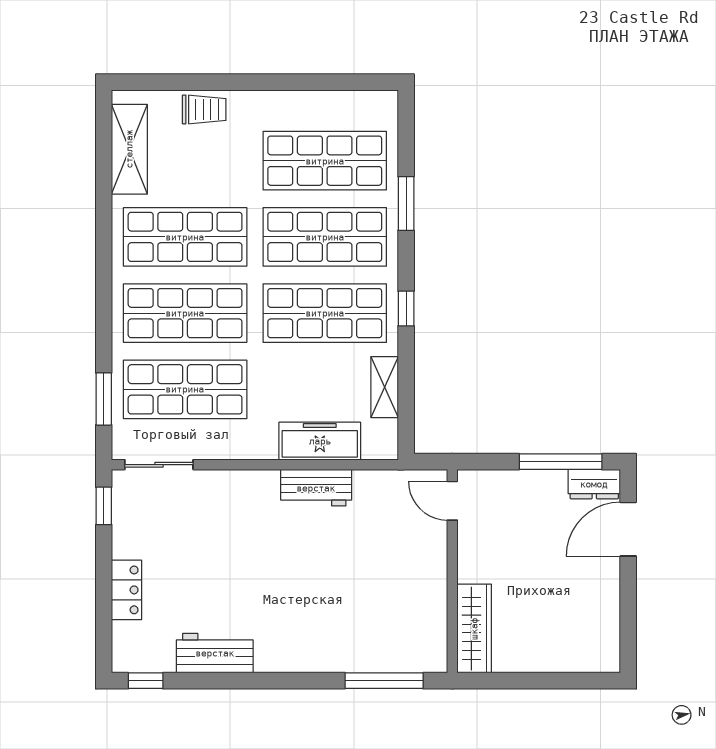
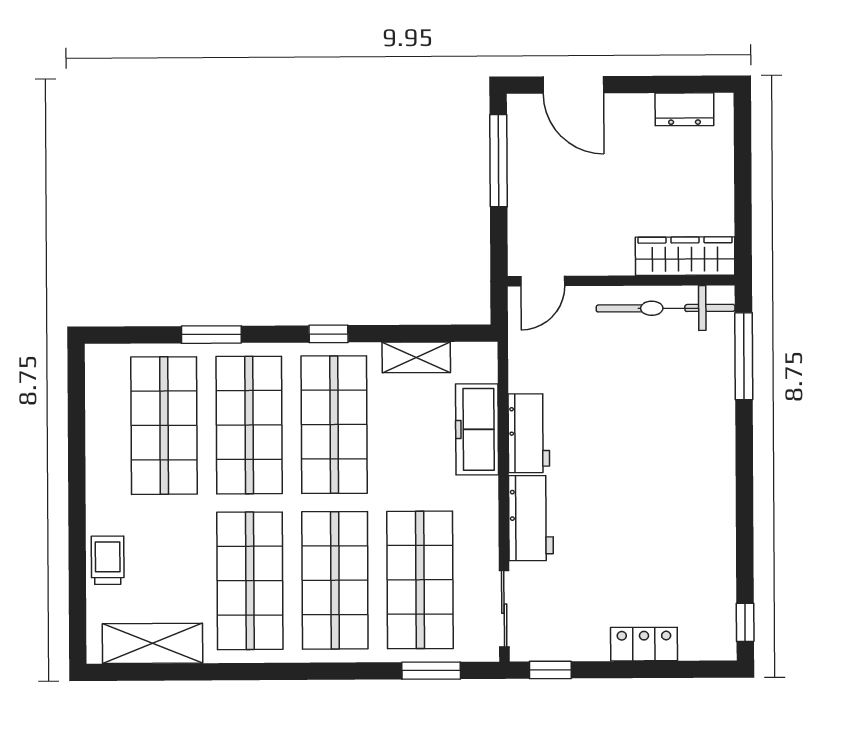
dresser: (594, 484) -> (684, 109), moved, turned 90
bicycle: (428, 611) -> (666, 308), added
workbench: (215, 653) -> (531, 518), moved, turned 180

